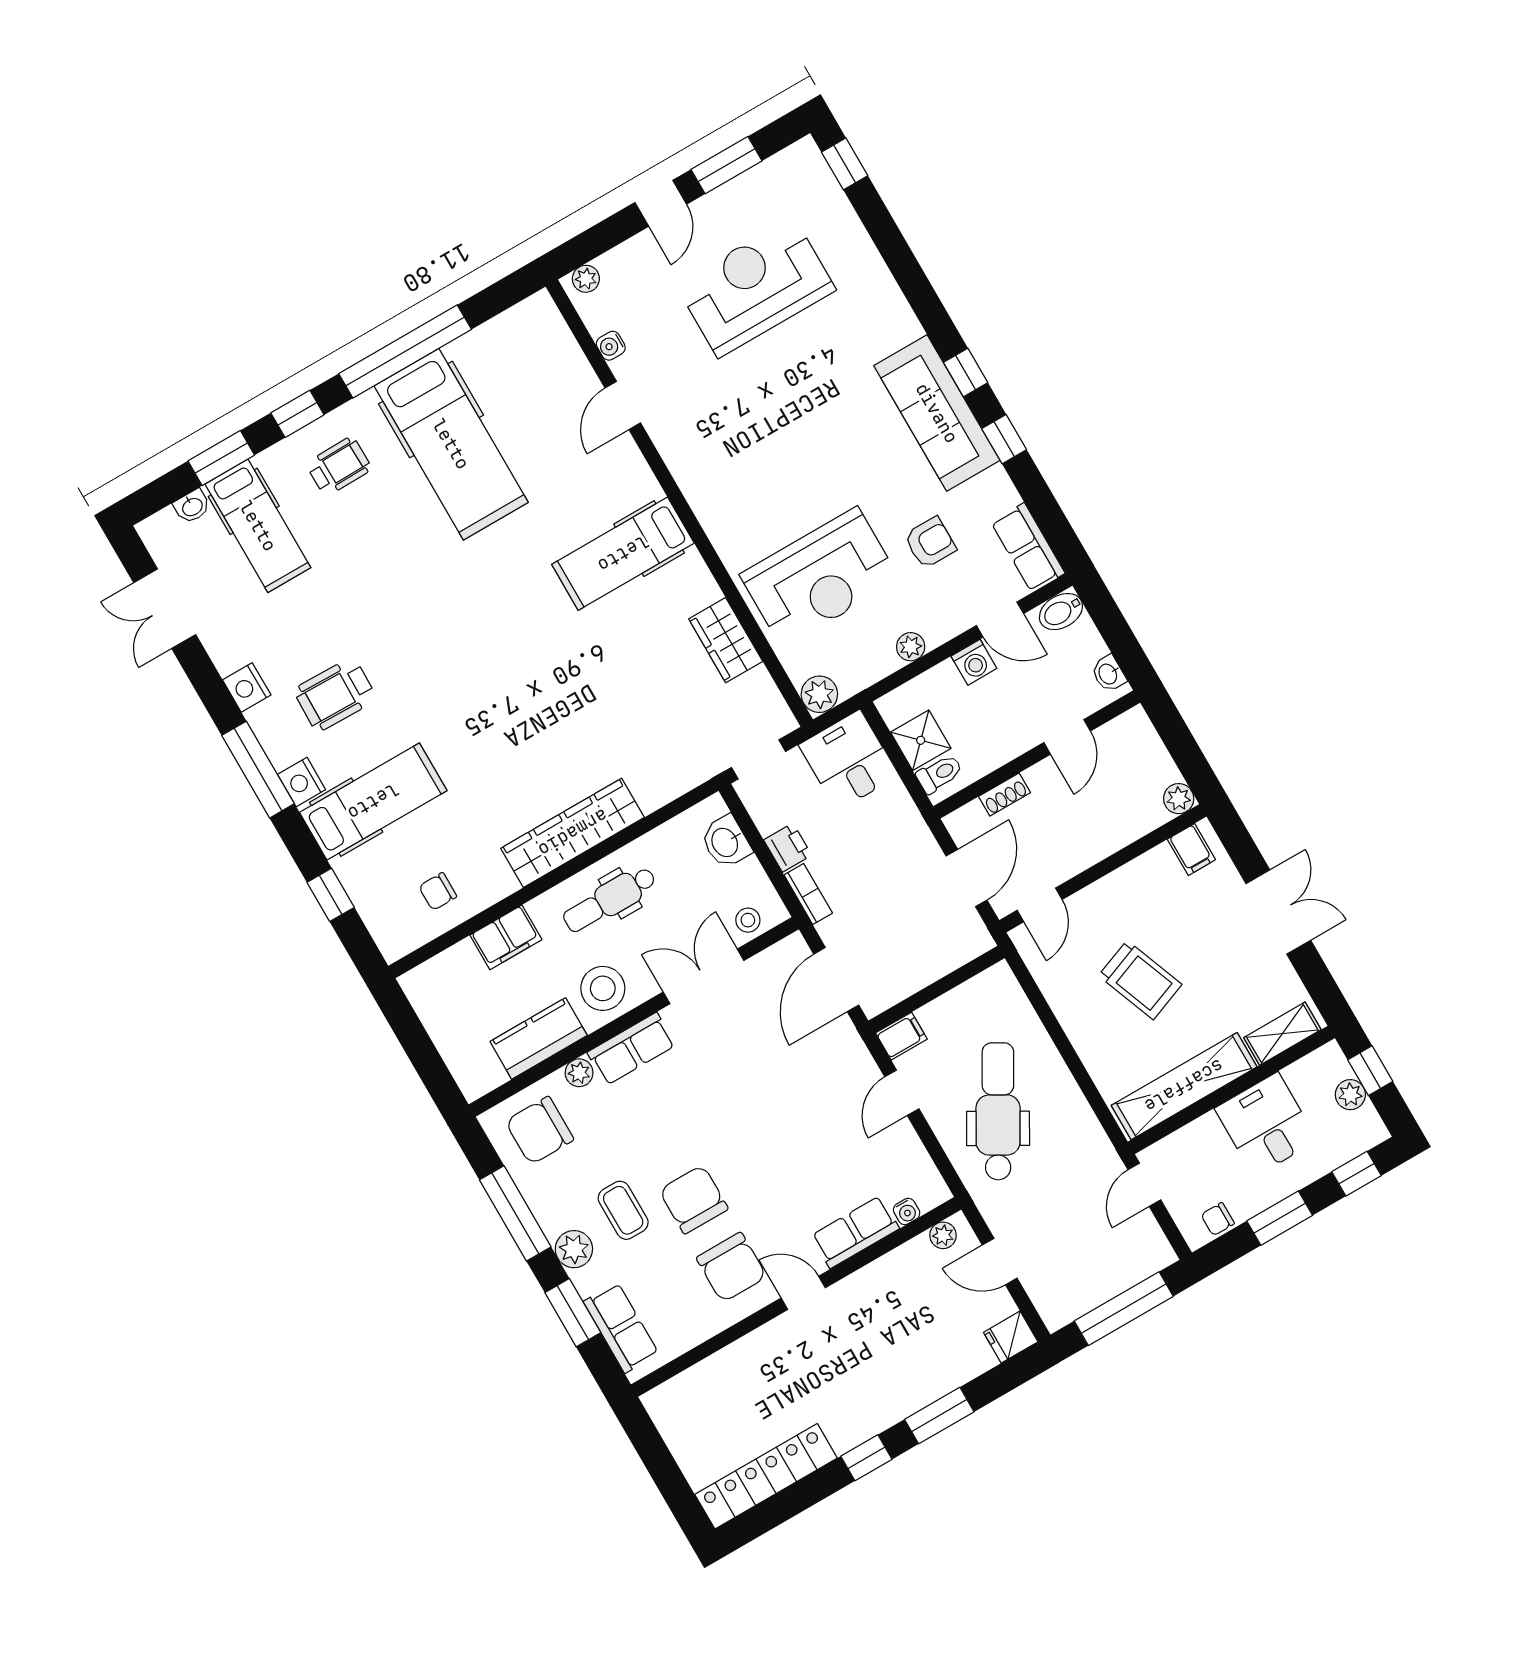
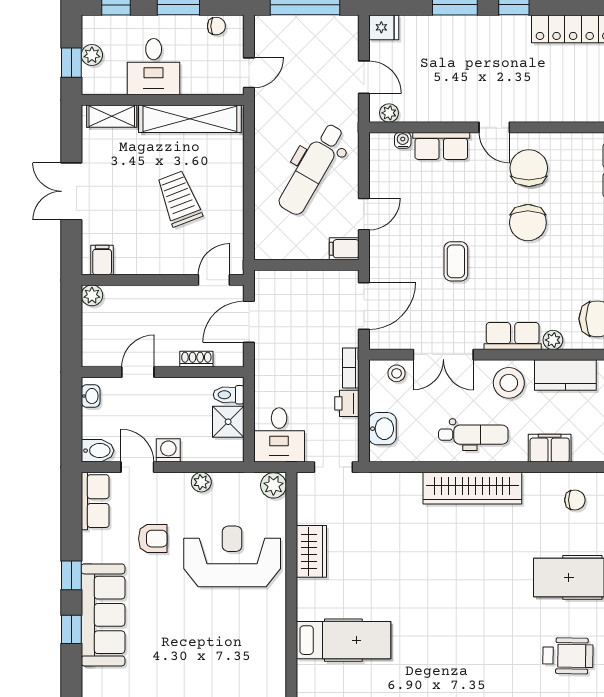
armchair: (930, 543) -> (153, 539), turned 180
coffee table: (623, 1210) -> (456, 261), moved

